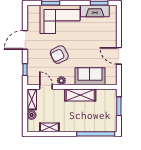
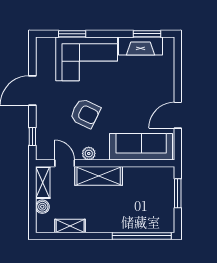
armchair: (59, 55) -> (85, 113), turned -127
door: (119, 56) -> (178, 115), hinge flipped
sofa: (90, 76) -> (141, 147), width x1.36
shelving: (80, 95) -> (99, 176), moved

